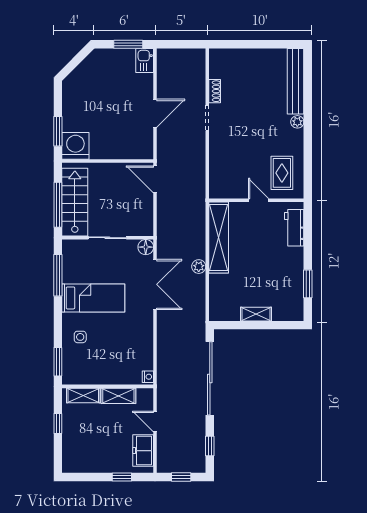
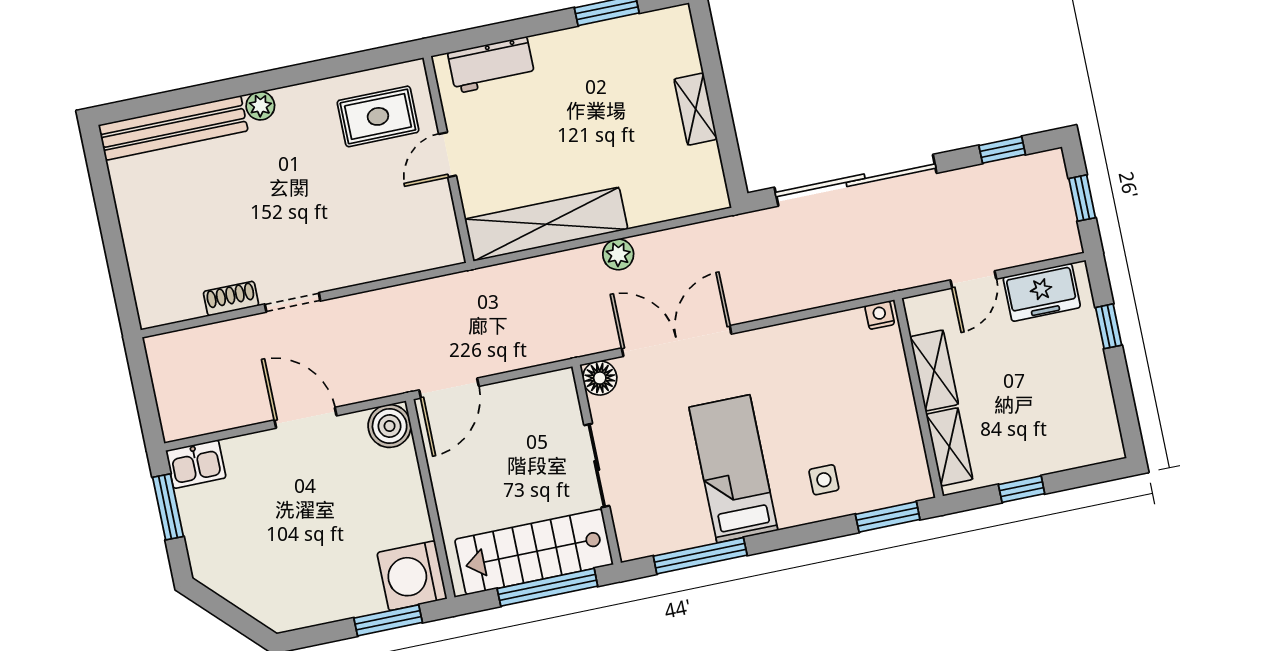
boiler: (144, 150) -> (390, 426), added

